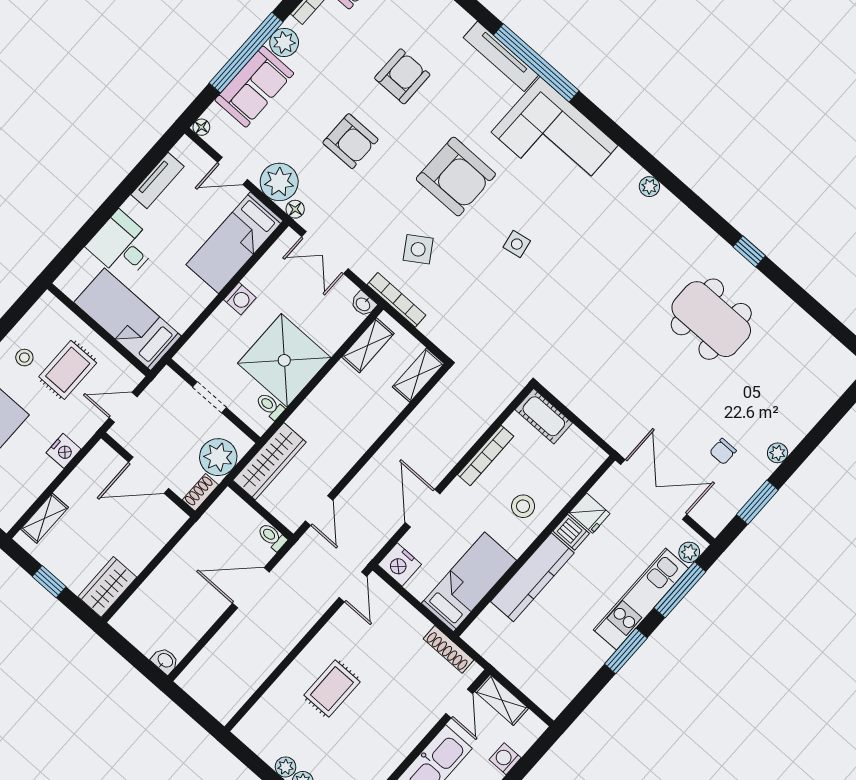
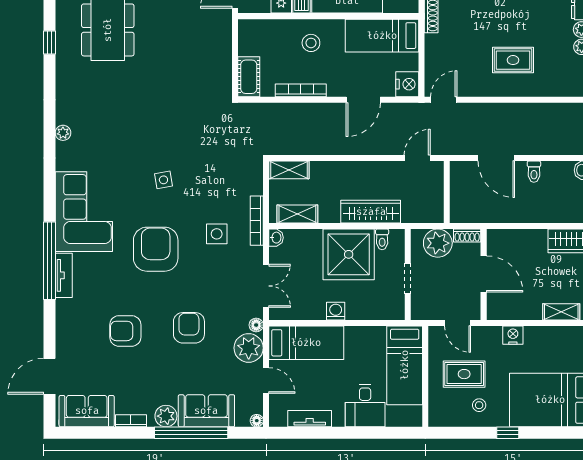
tv unit: (501, 56) -> (64, 275), width x0.71
side table: (418, 249) -> (217, 234), turned 33
wardrobe: (270, 461) -> (371, 212), moved
toilet: (272, 537) -> (534, 172), moved

